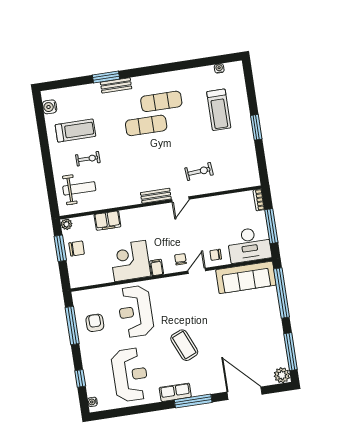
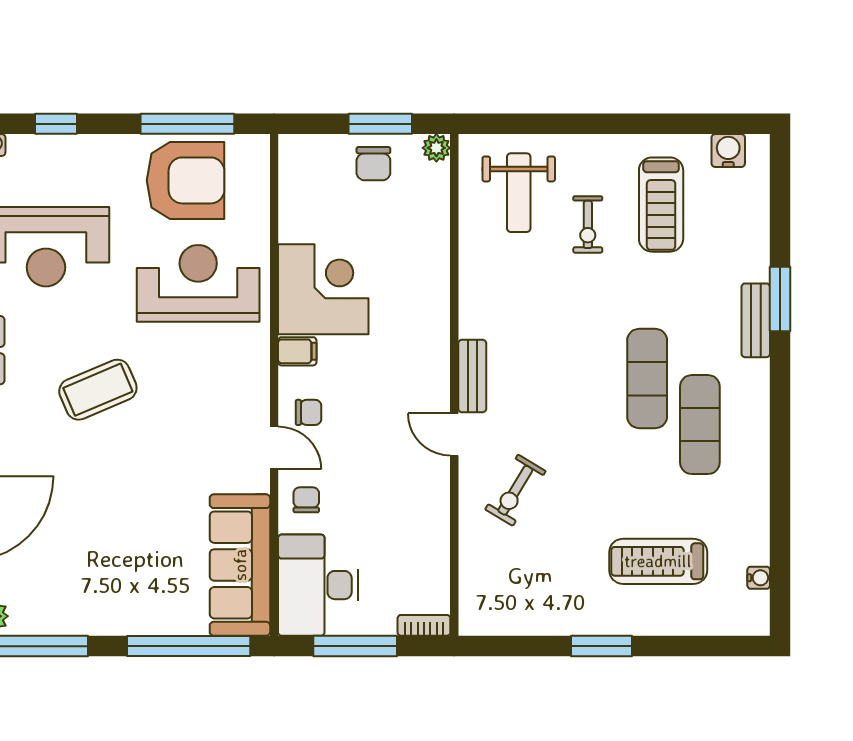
exercise bike: (199, 171) -> (515, 490), turned 35
filing cabinet: (107, 221) -> (430, 249), removed
armchair: (95, 323) -> (186, 180), width x1.88, depth x1.88

